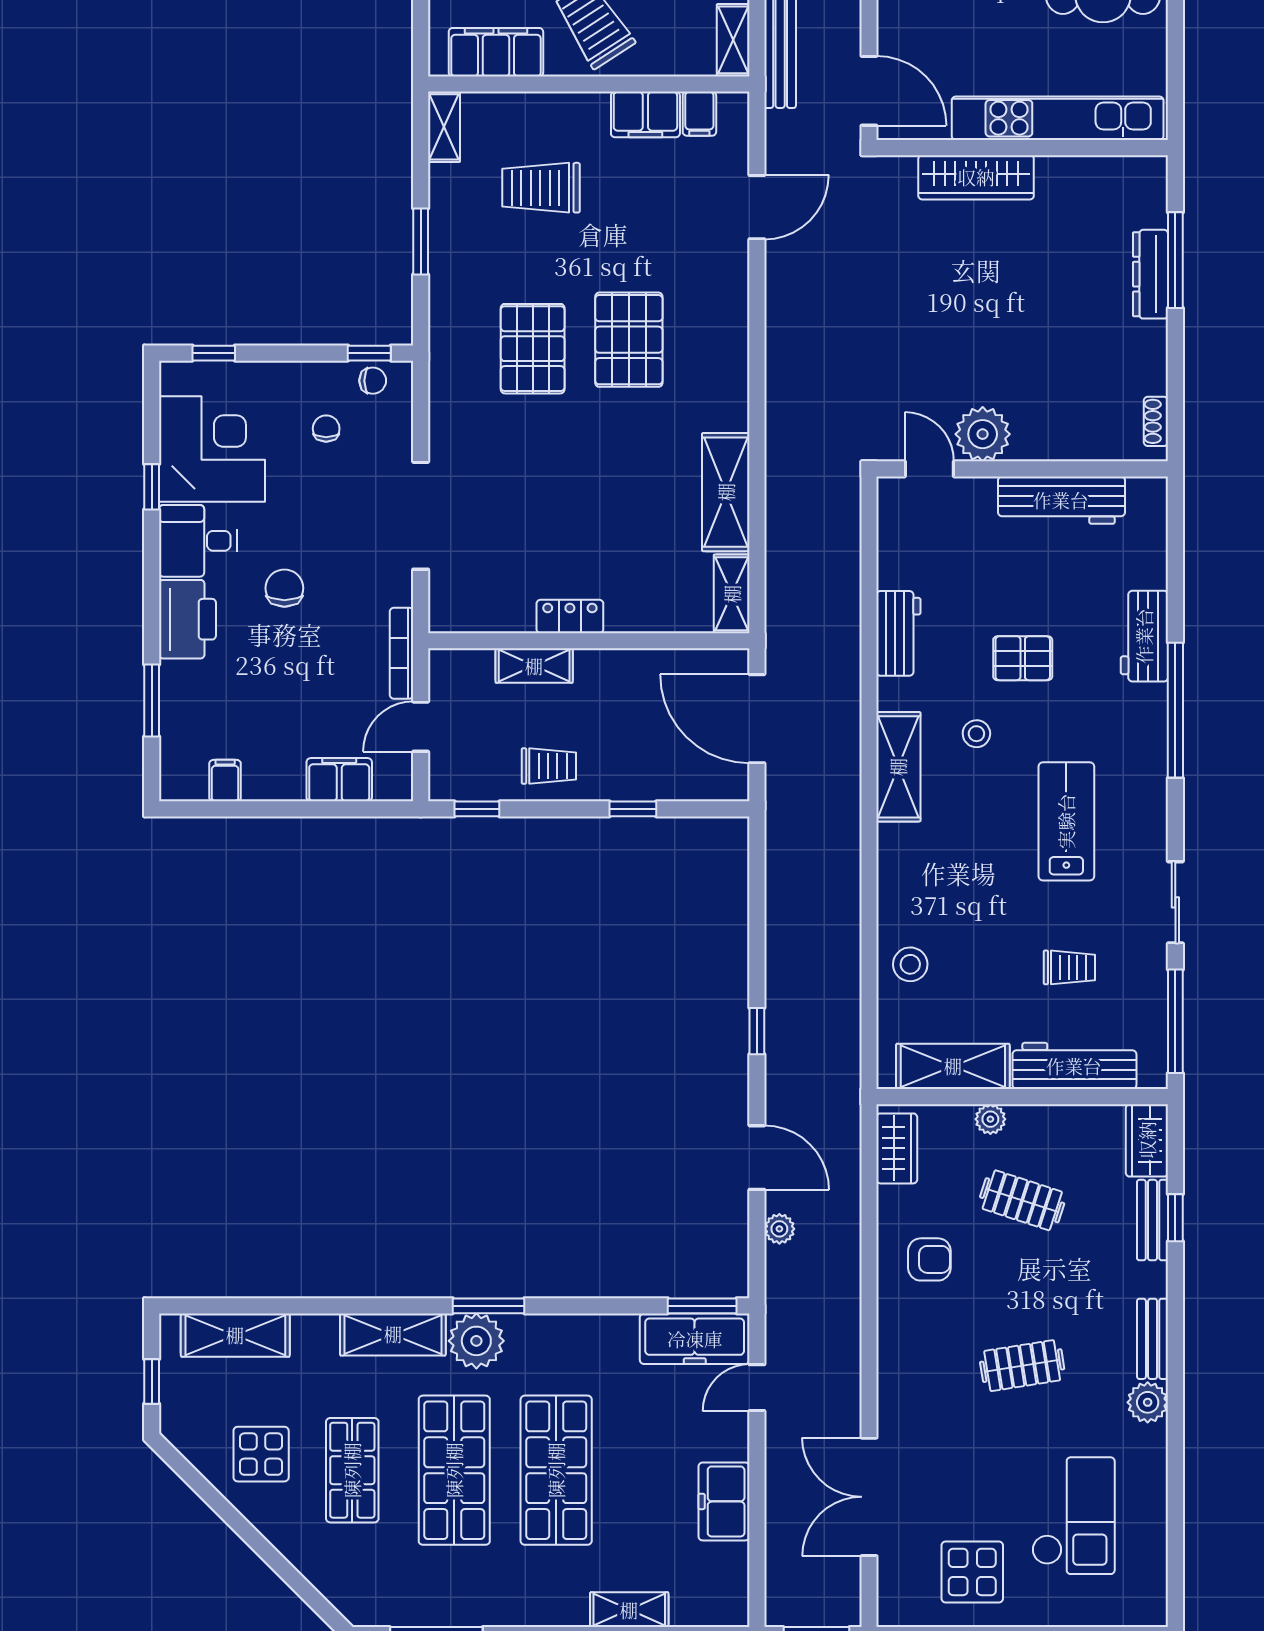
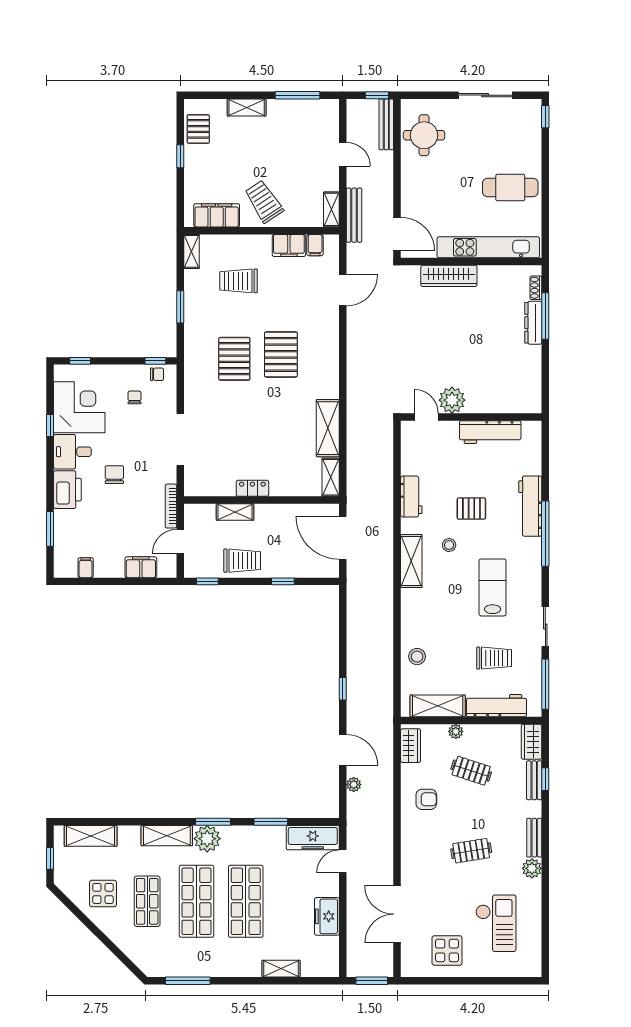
shoe rack: (1156, 421) -> (536, 288), moved
workbench: (1144, 636) -> (530, 506), width x1.38
trolley: (549, 766) -> (242, 561), width x1.36, depth x1.39
trolley: (1069, 967) -> (494, 658), width x1.36, depth x1.39
window: (702, 1306) -> (271, 822), moved

